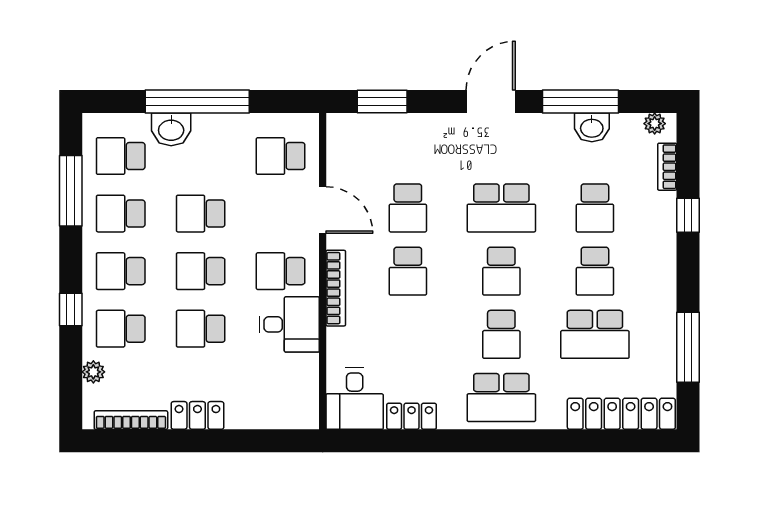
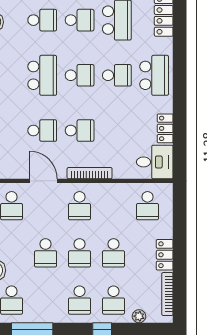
door: (323, 210) -> (43, 181), hinge flipped
school desk: (121, 214) -> (147, 206), moved
desk: (289, 324) -> (111, 201), removed

